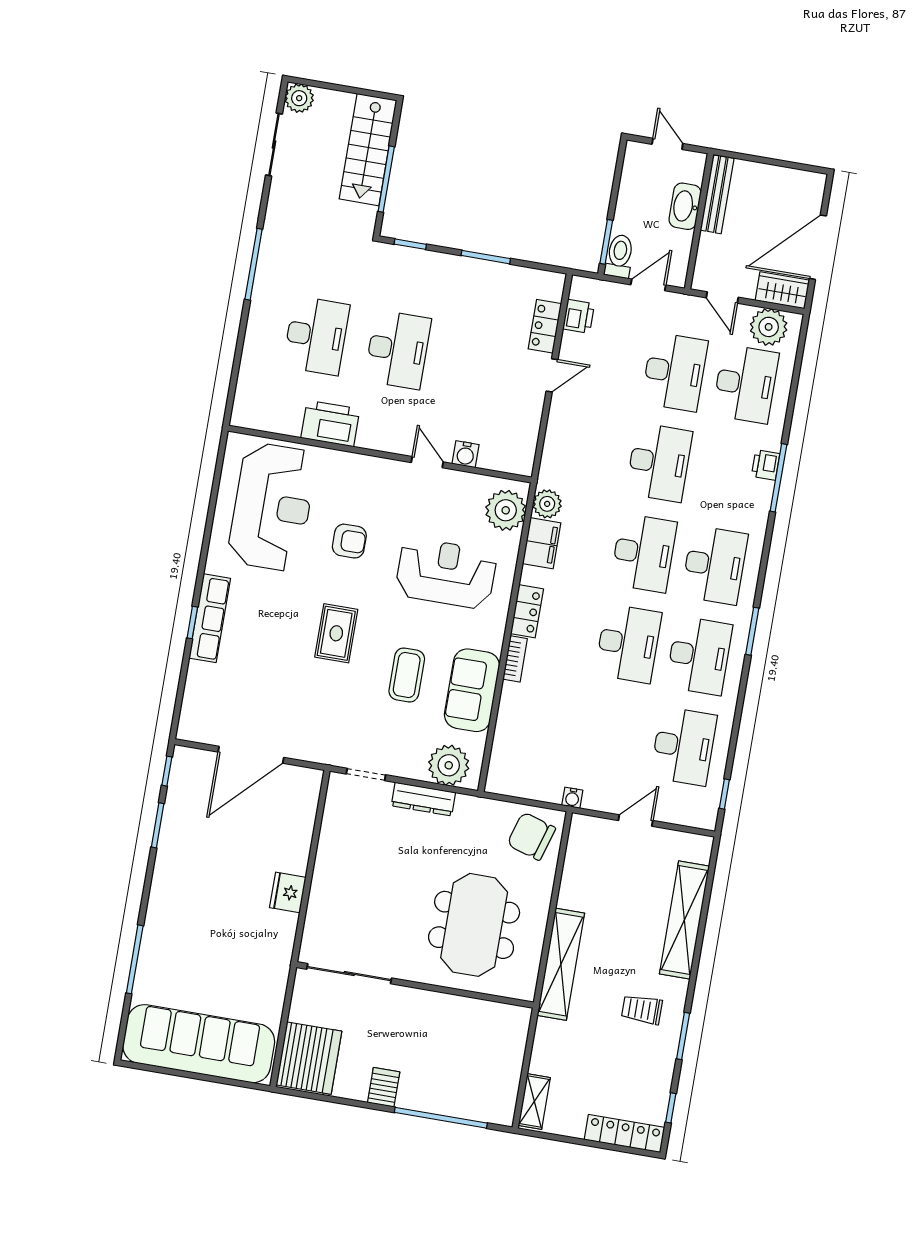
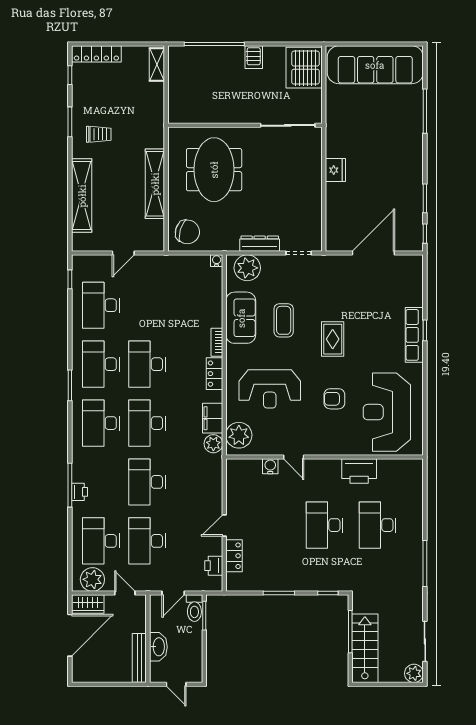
water cooler: (572, 798) -> (217, 261), moved
shelving: (561, 964) -> (155, 184), moved

